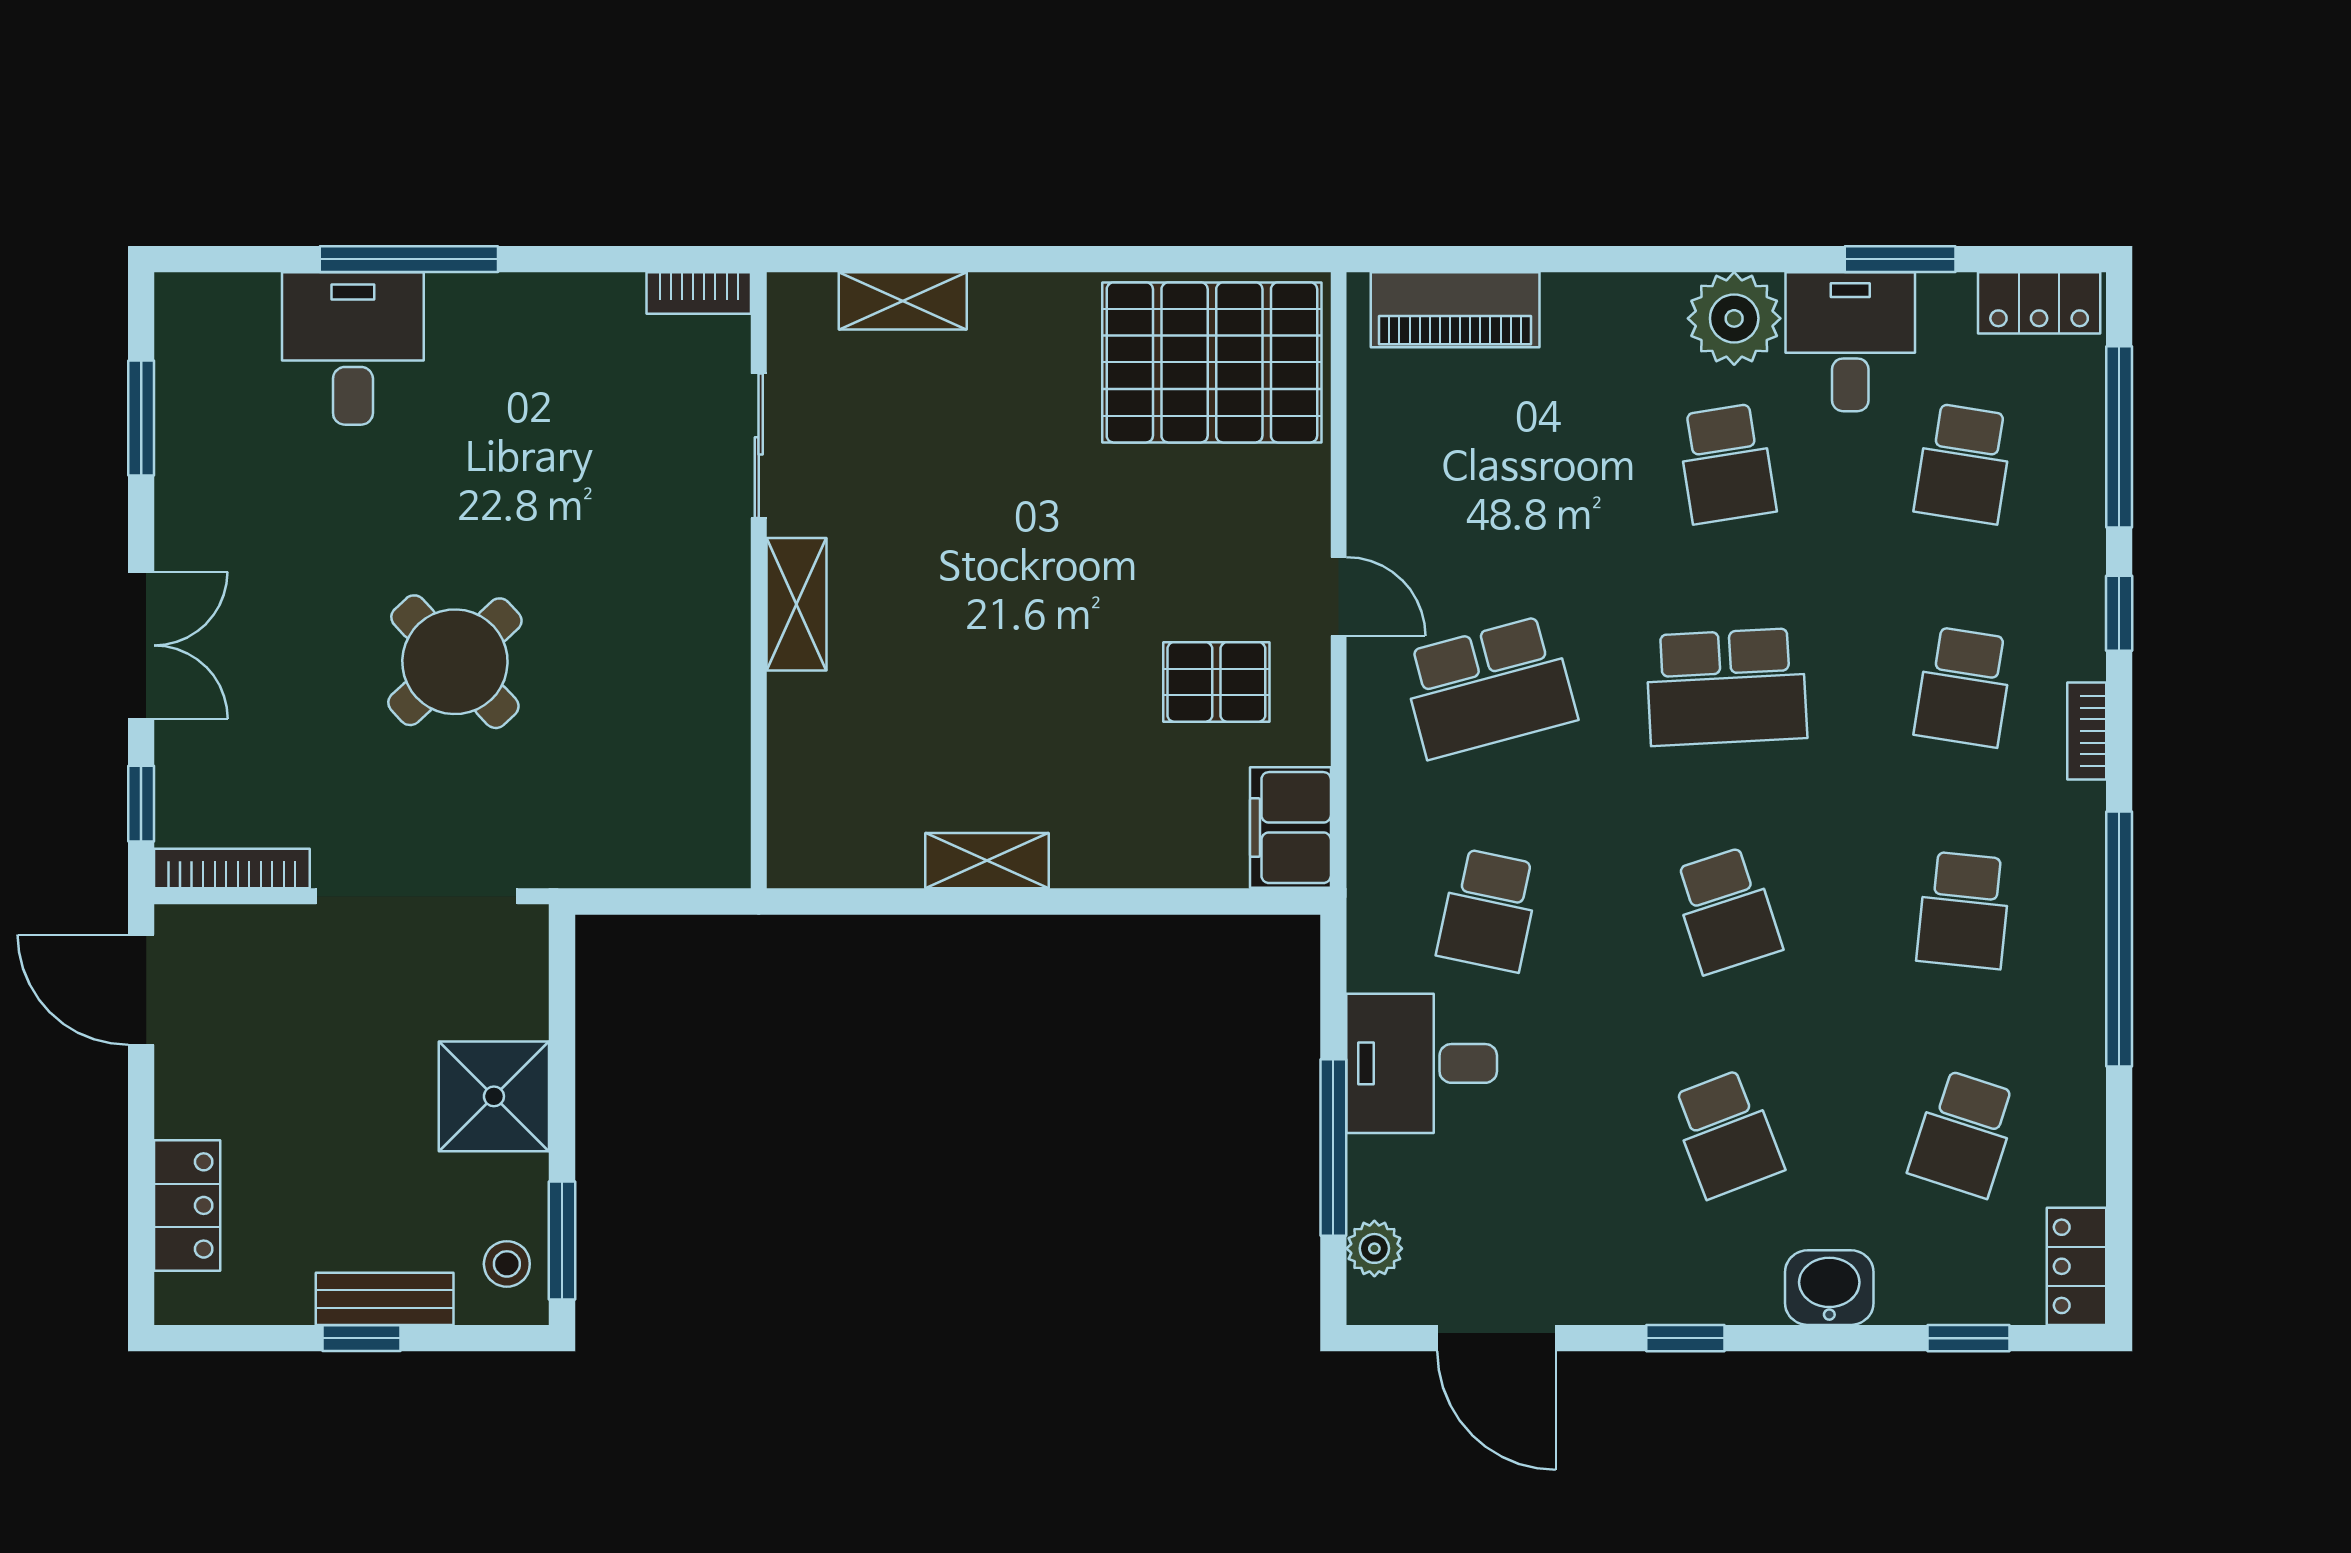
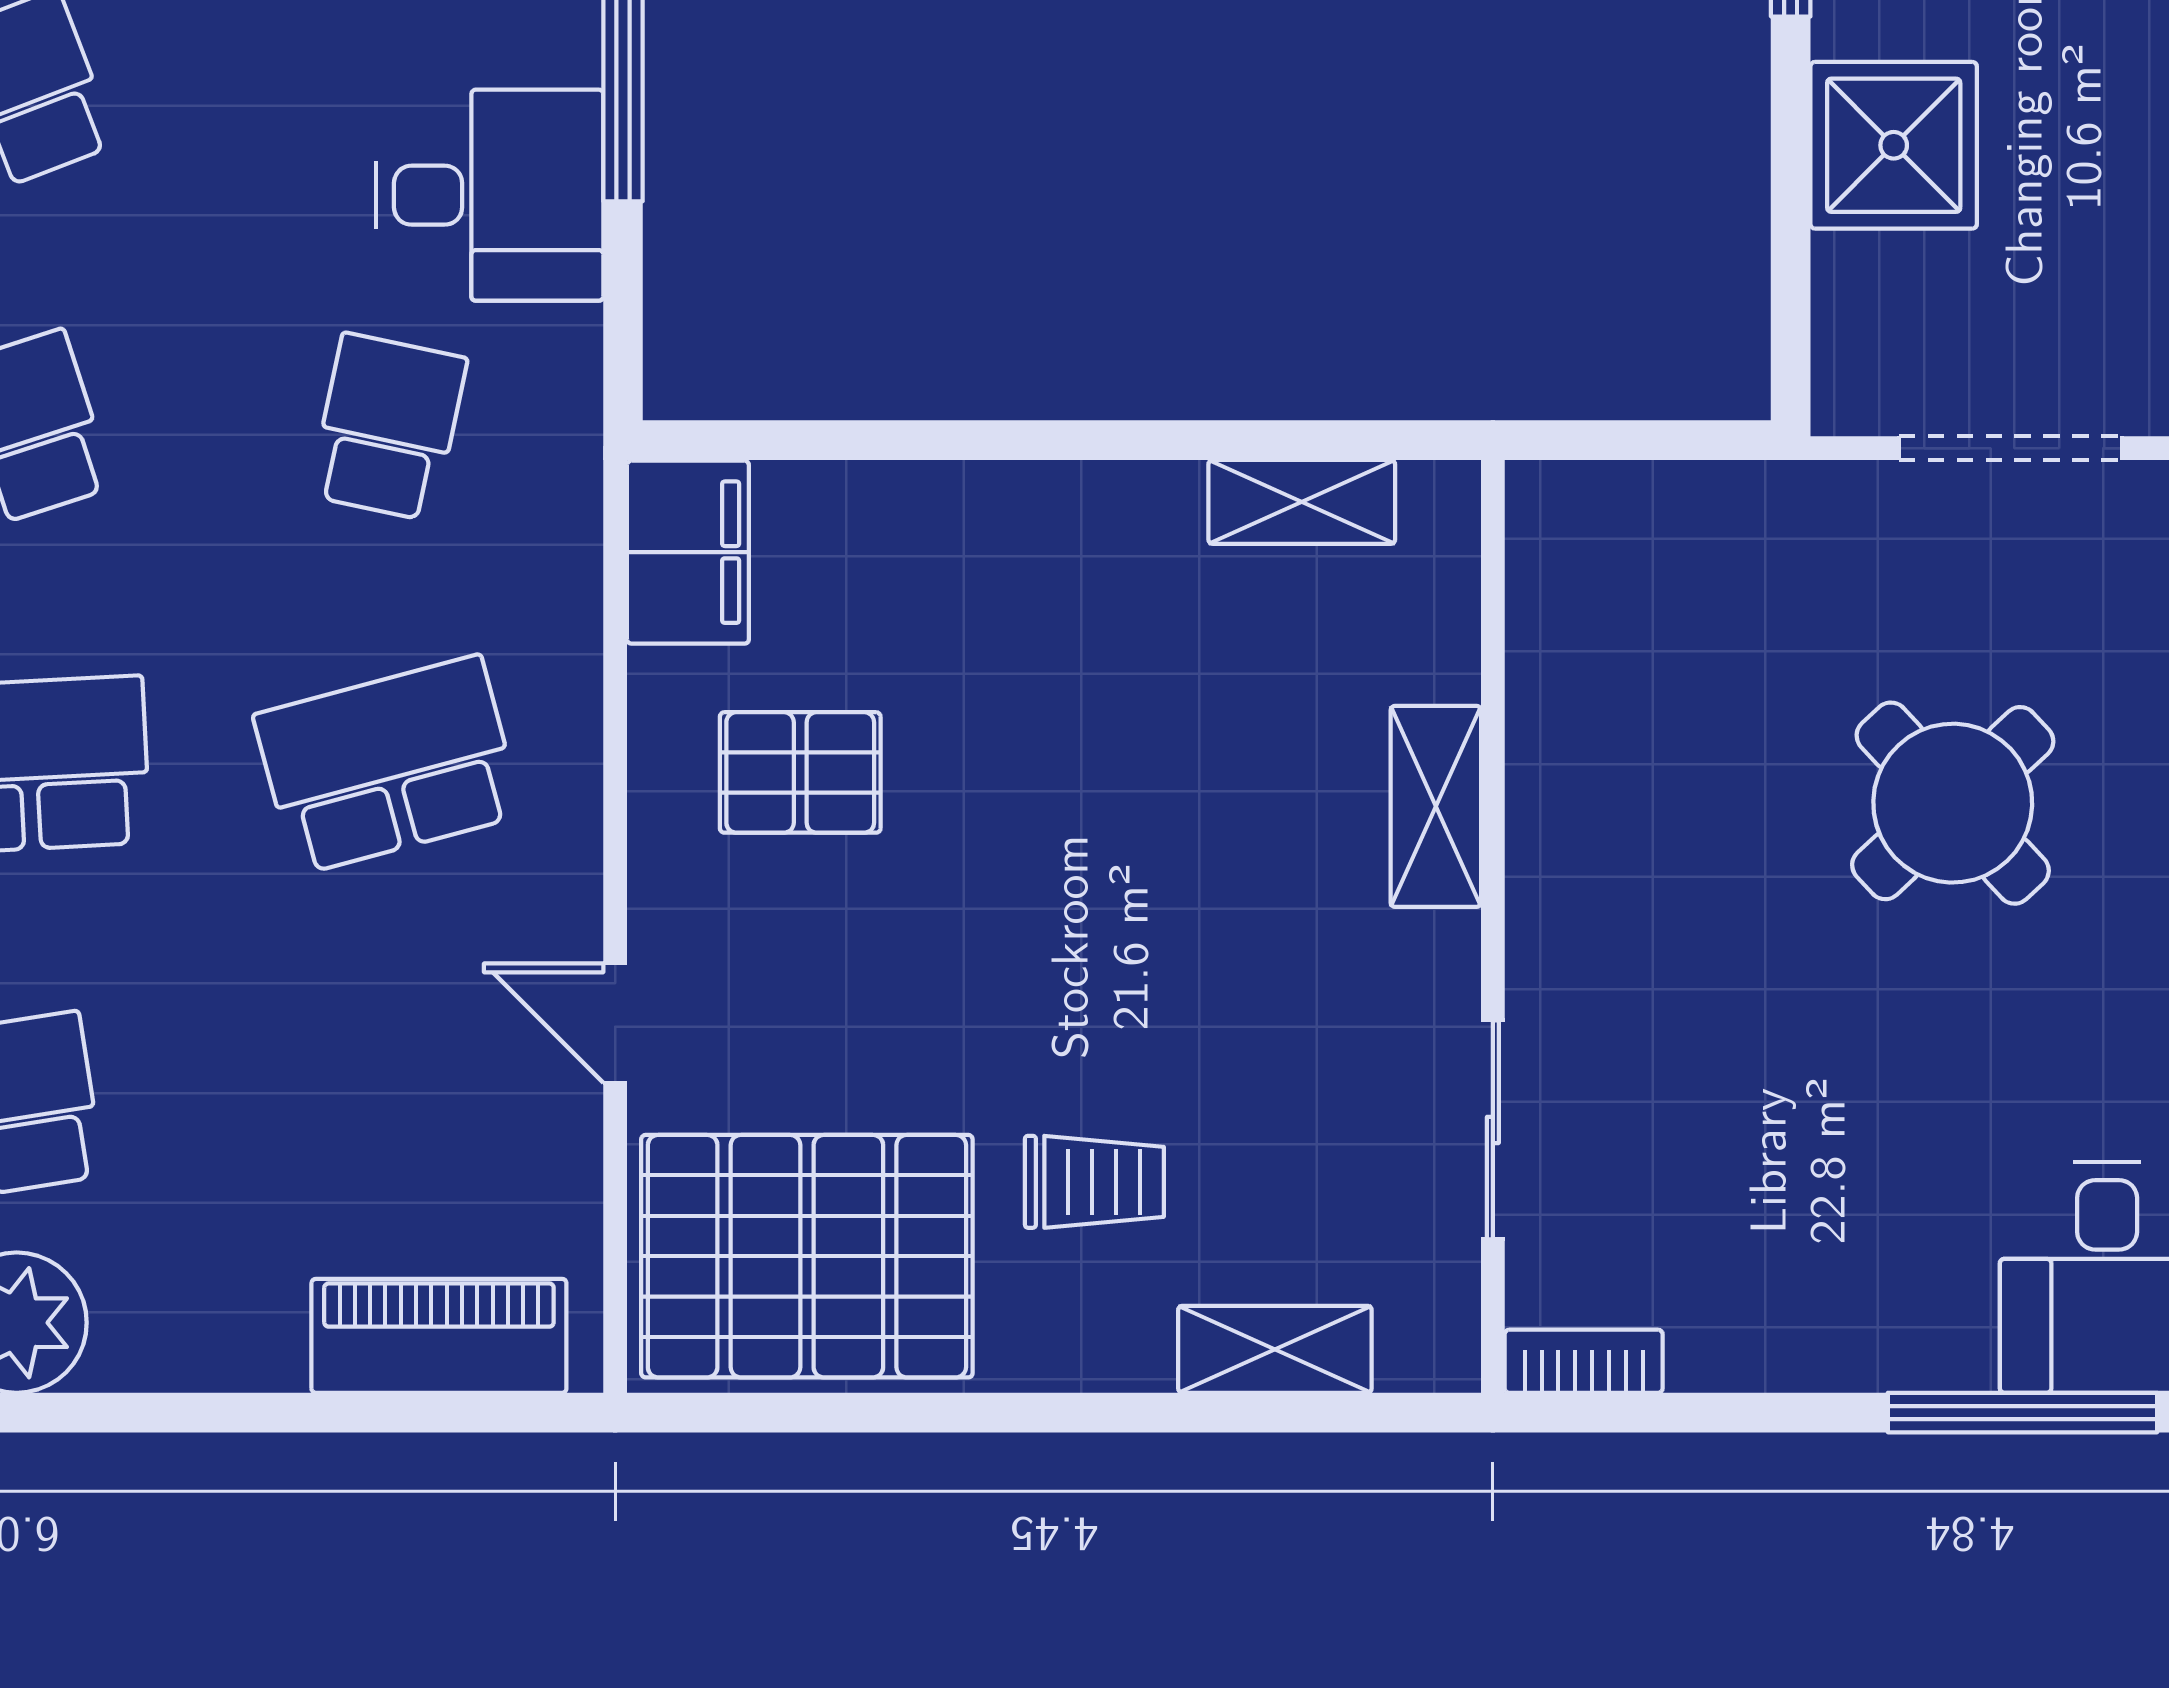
trolley: (1022, 412) -> (1094, 1182), added
door: (1339, 596) -> (615, 1023), moved
shelving: (796, 604) -> (1436, 806), moved
shelving: (987, 861) -> (1302, 502), moved
doorway: (417, 896) -> (2011, 448), width x0.73

